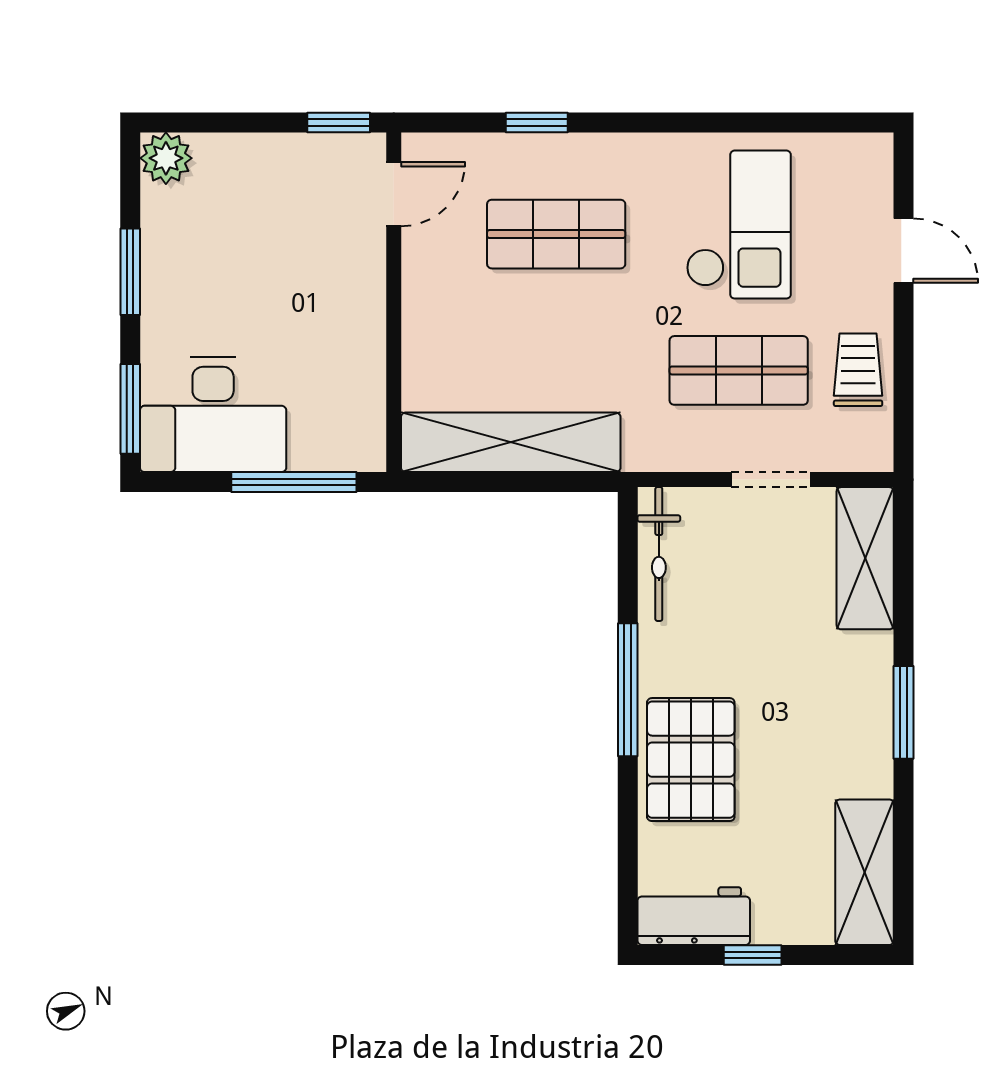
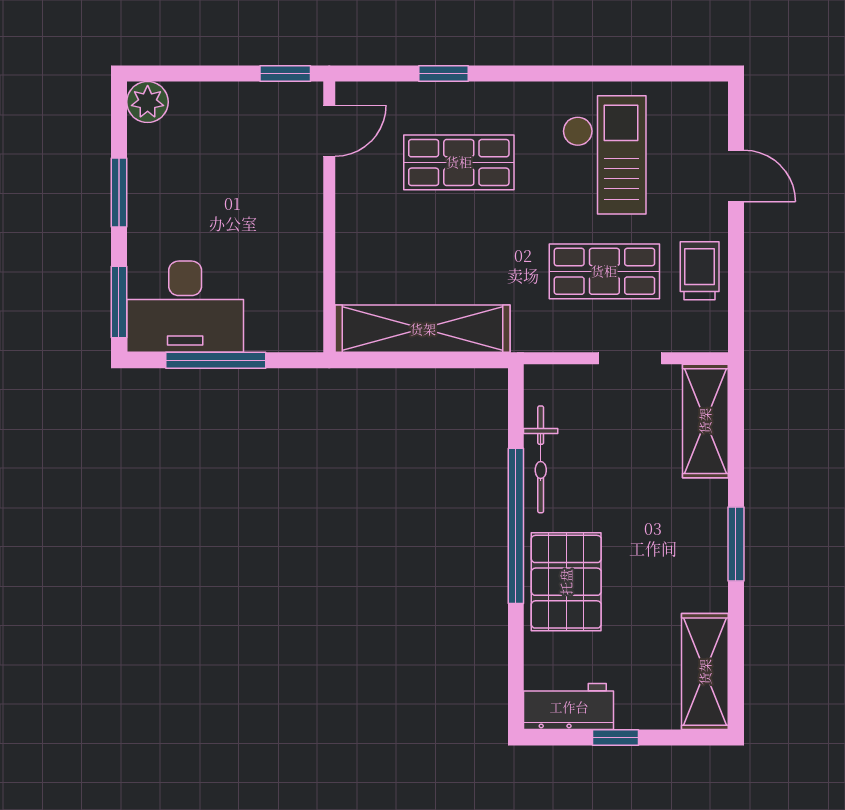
window: (294, 482) -> (216, 360), moved
bicycle: (659, 554) -> (541, 459), moved
window: (628, 690) -> (516, 526), width x1.46

